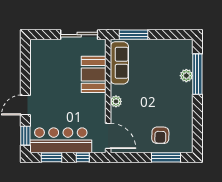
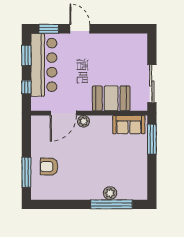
sofa: (119, 63) -> (129, 125), width x0.73
door: (108, 136) -> (63, 113), moved

